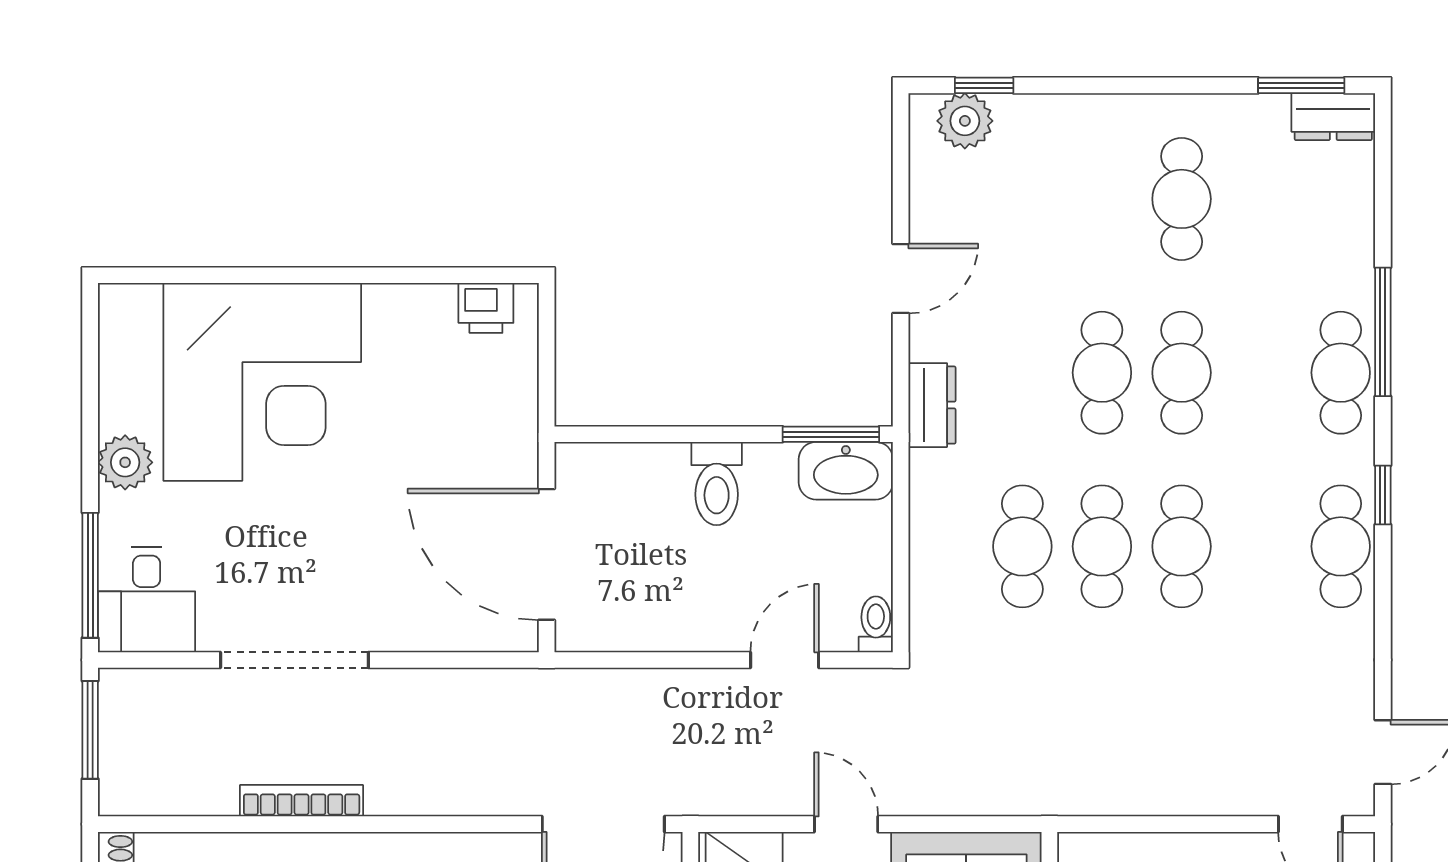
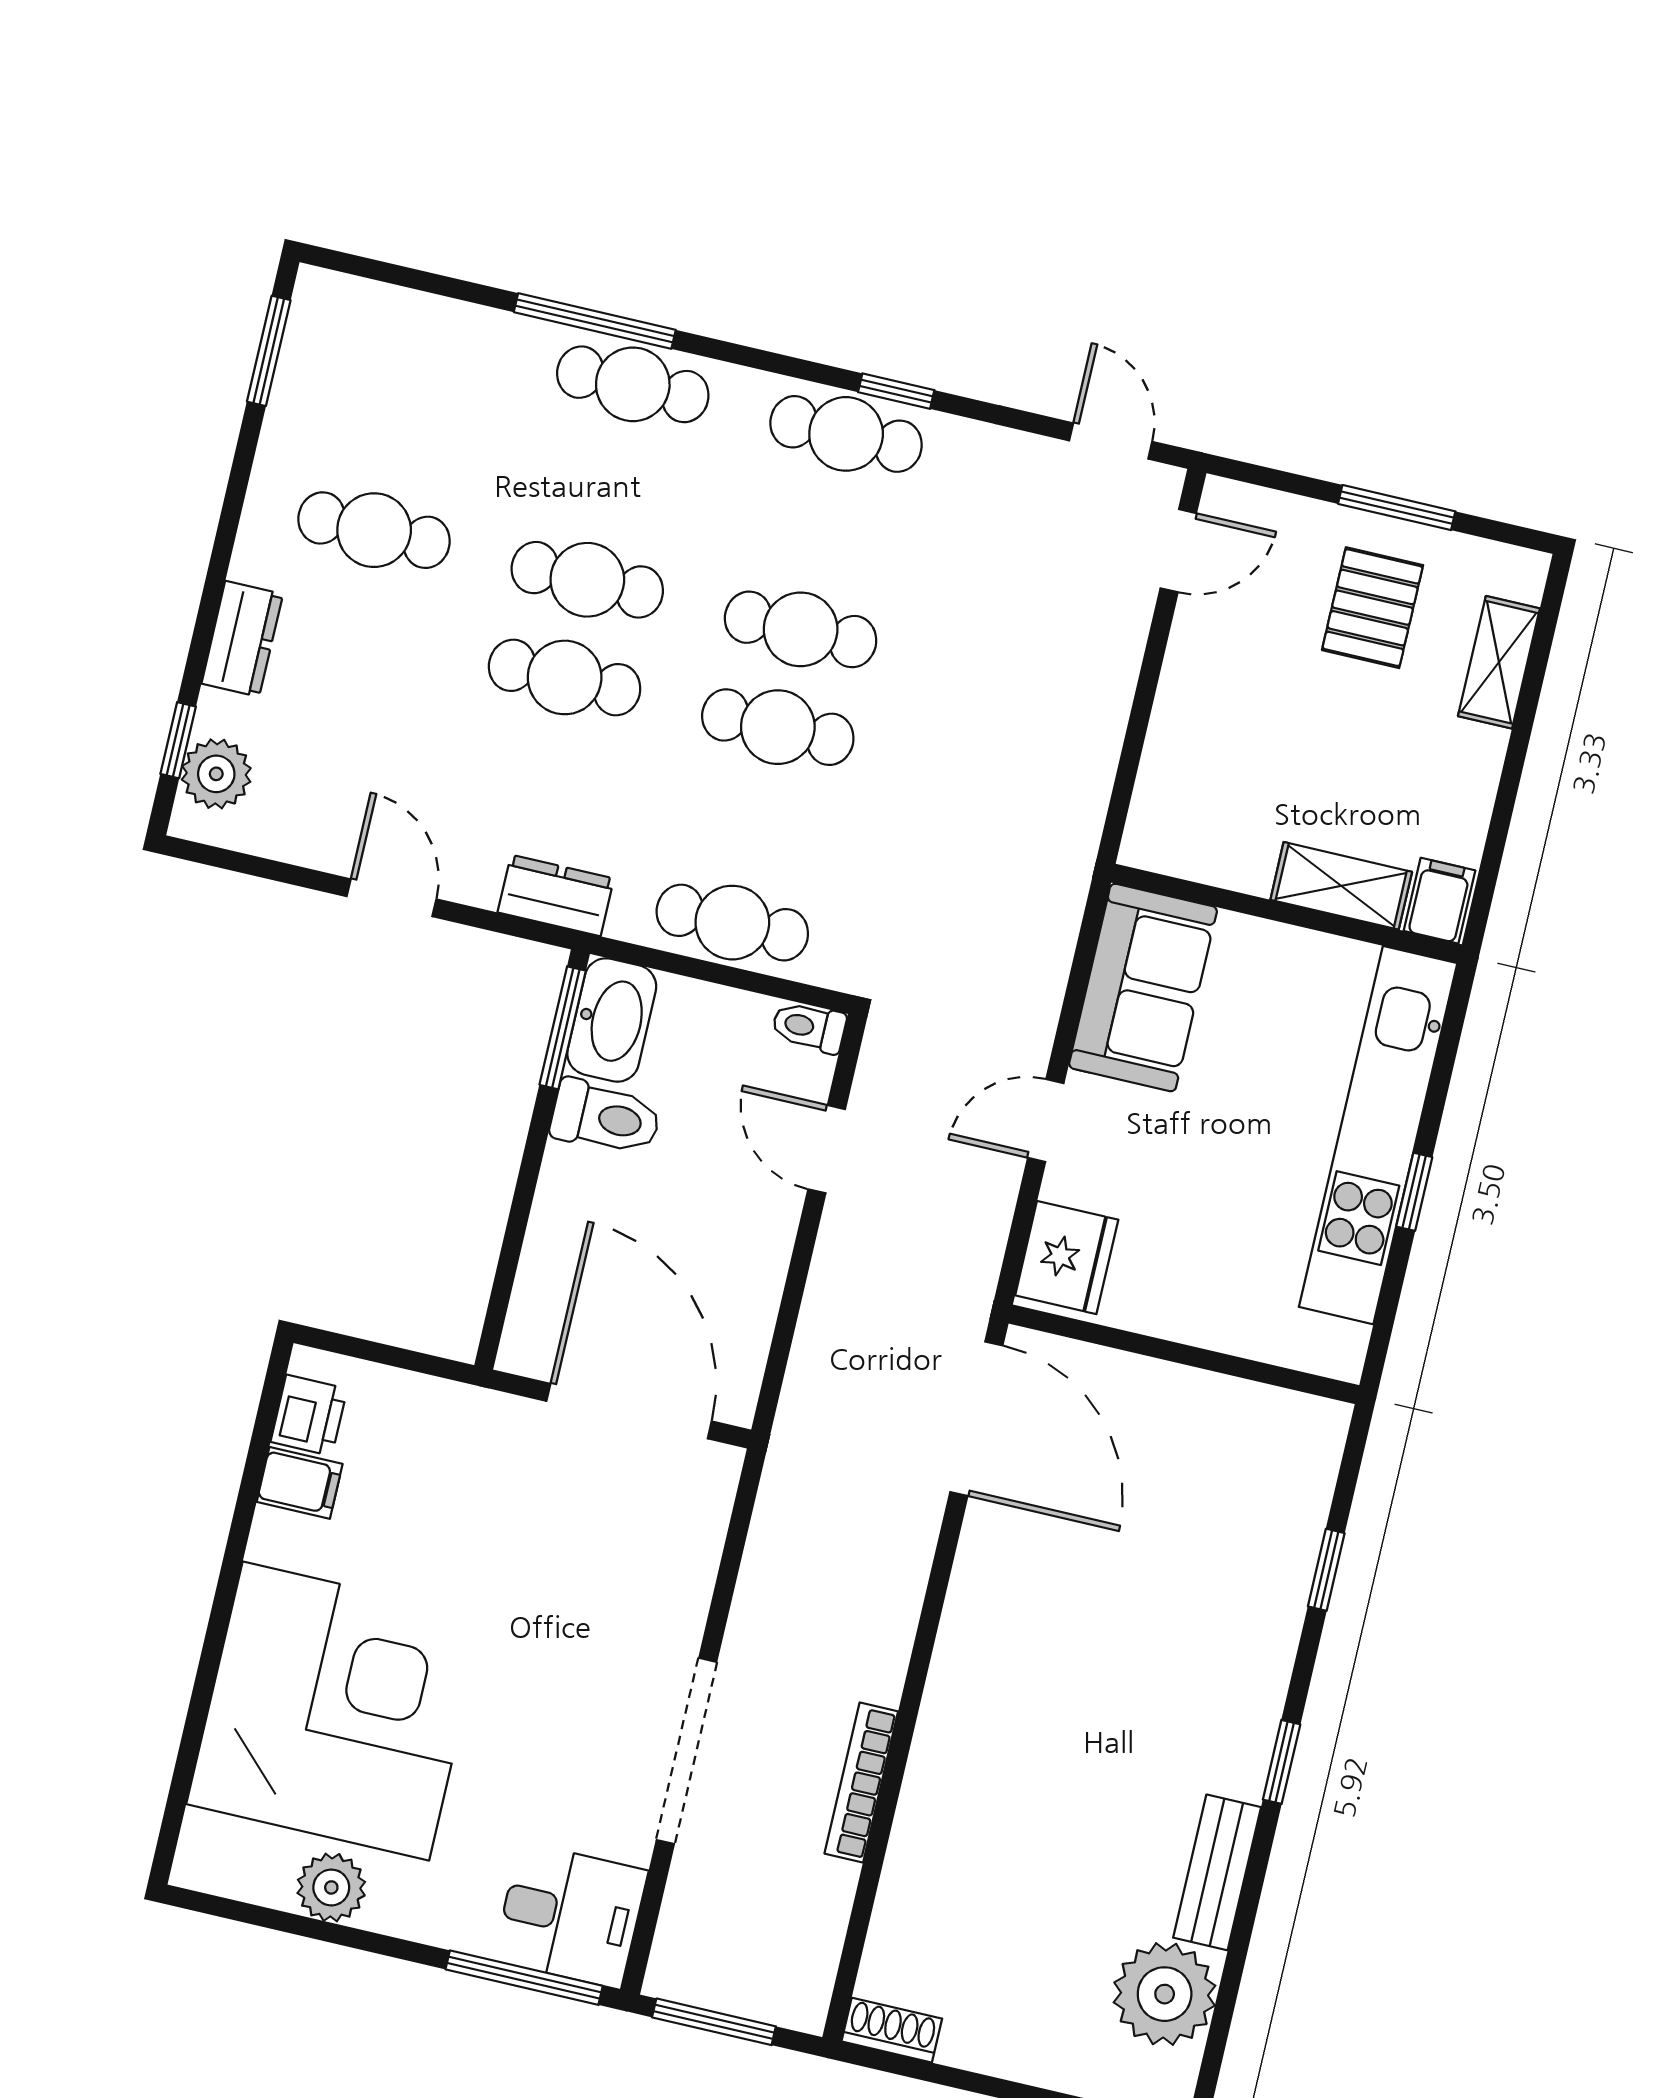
dresser: (1333, 117) -> (242, 639), moved
filing cabinet: (432, 313) -> (300, 1483), added
plant: (125, 462) -> (331, 1887), moved
toilet: (717, 484) -> (606, 1118), moved
window: (1383, 495) -> (896, 391), moved
cafe table: (1022, 546) -> (732, 923), moved
door: (547, 554) -> (629, 1411), swing flipped

